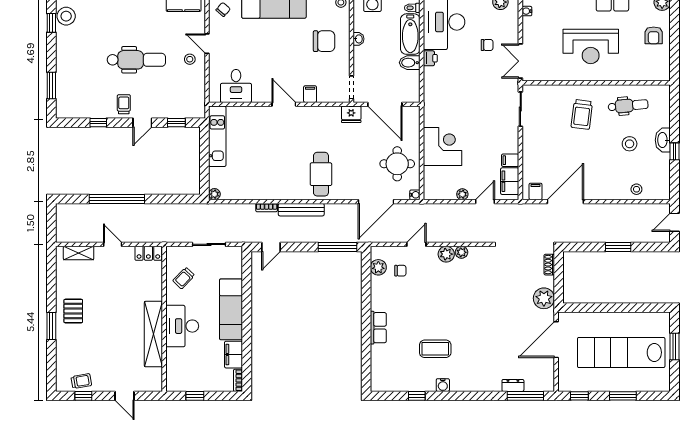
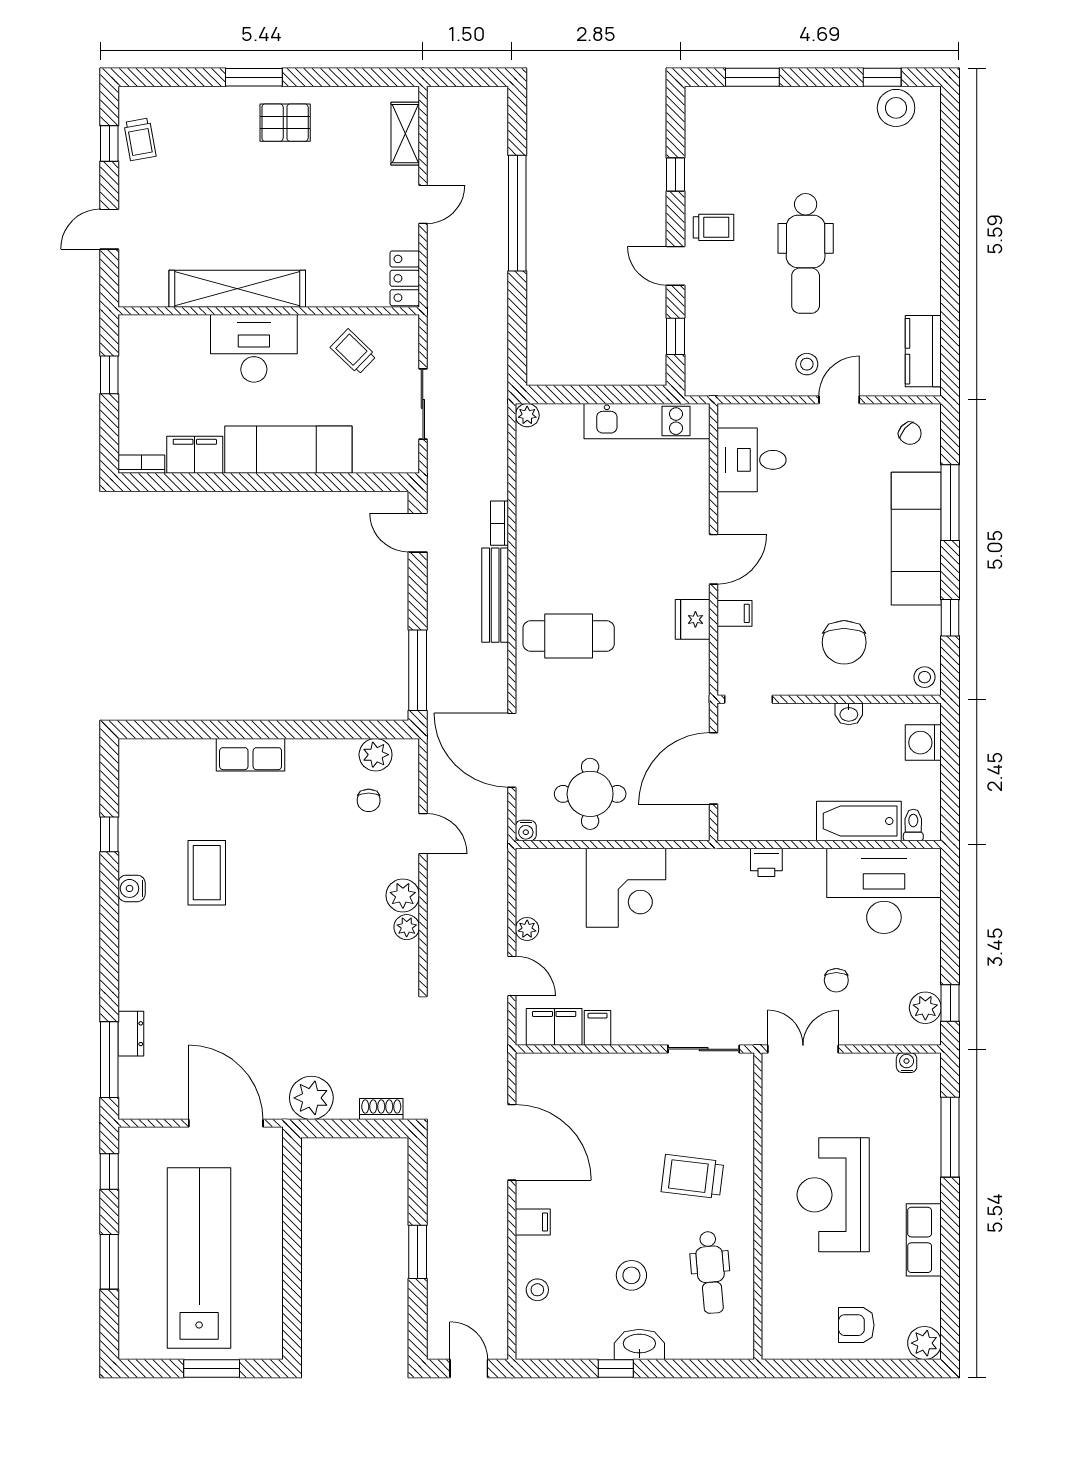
printer: (430, 58) -> (766, 862), moved
bidet: (410, 63) -> (800, 820), removed
fridge: (351, 114) -> (693, 619), moved
filing cabinet: (536, 191) -> (533, 1222), moved

